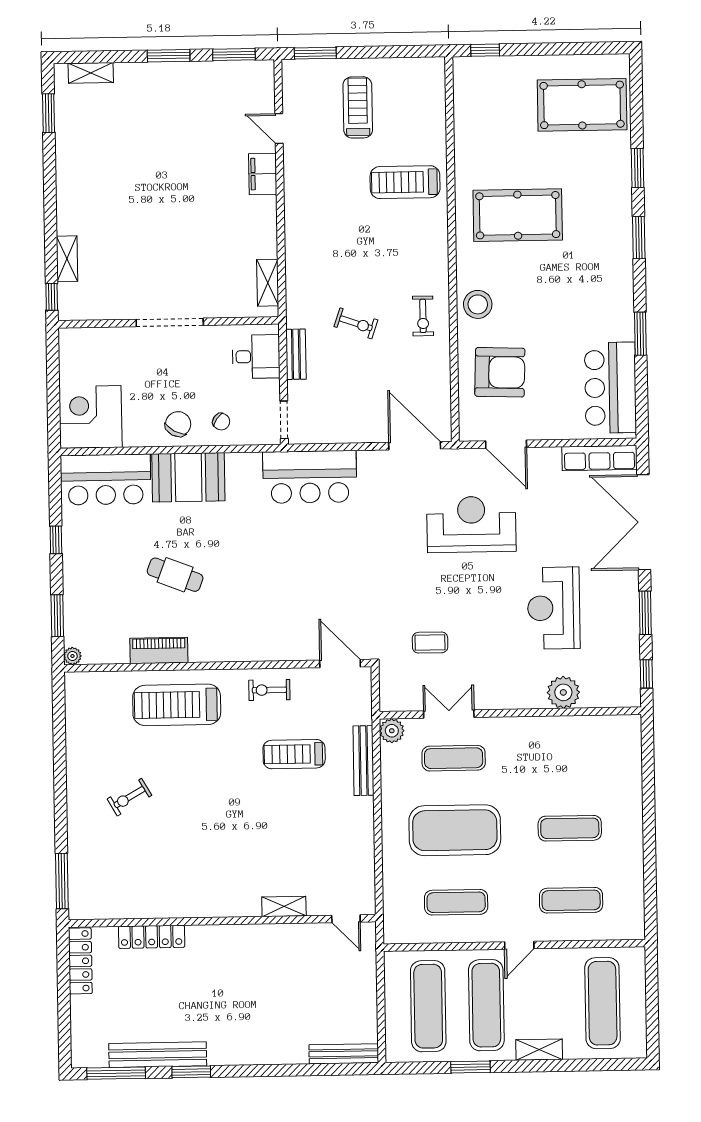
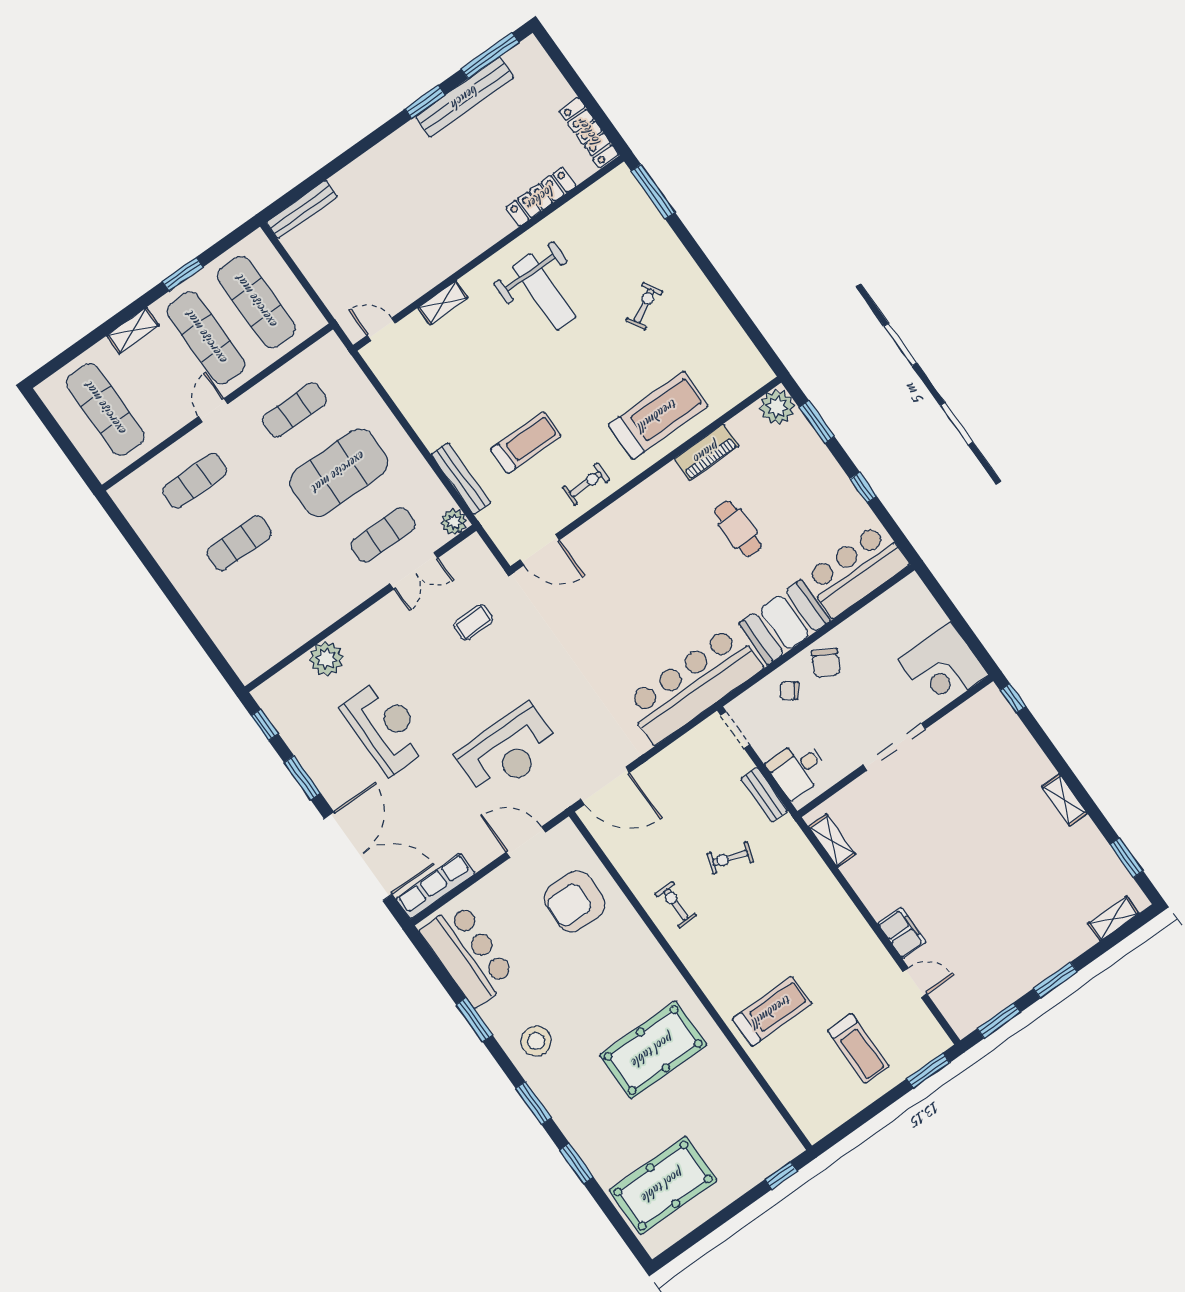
shelving: (67, 259) -> (1064, 800), moved
stool: (478, 304) -> (536, 1041), moved
corner desk: (90, 417) -> (943, 667), moved, turned 90
bar counter: (310, 477) -> (693, 685), width x1.36
cafe table: (175, 575) -> (738, 529), turned 69
plant: (72, 656) -> (777, 407), width x1.88, depth x1.88
weight bench: (199, 861) -> (544, 292), added

